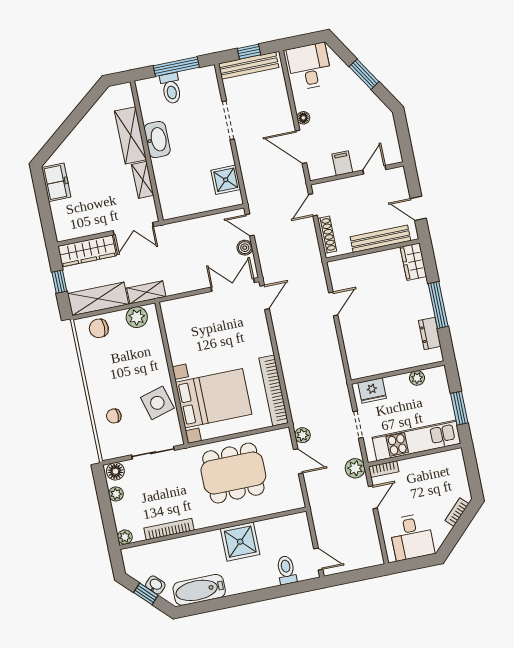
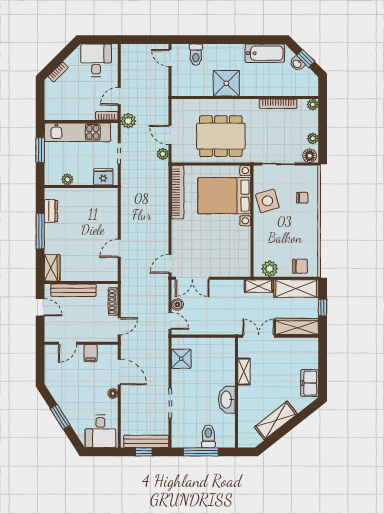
shelving: (130, 135) -> (276, 420), moved, turned 51

